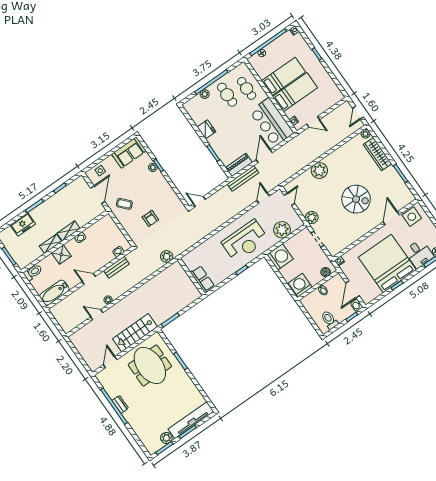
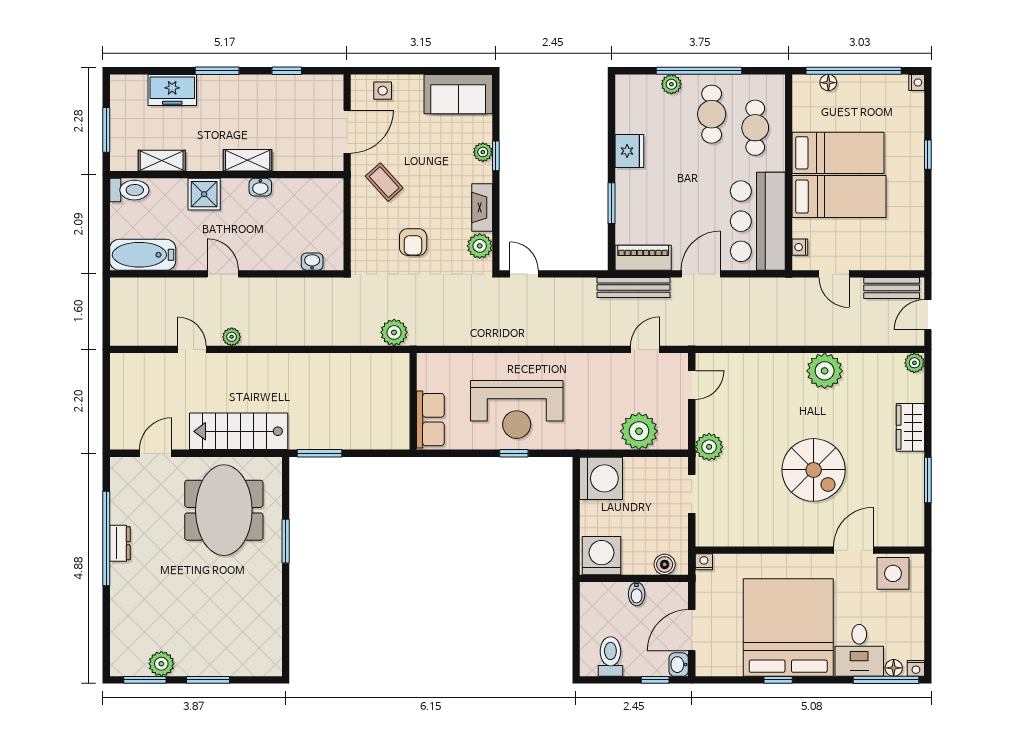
wardrobe: (378, 154) -> (910, 427), width x0.67
plant: (319, 171) -> (825, 371), moved
fireplace: (167, 188) -> (482, 208), added
plant: (176, 203) -> (480, 246), added
reception desk: (245, 241) -> (517, 409), moved
shelving: (51, 244) -> (162, 161), moved
bench: (116, 267) -> (892, 288), moved
tv unit: (191, 420) -> (229, 663), removed

